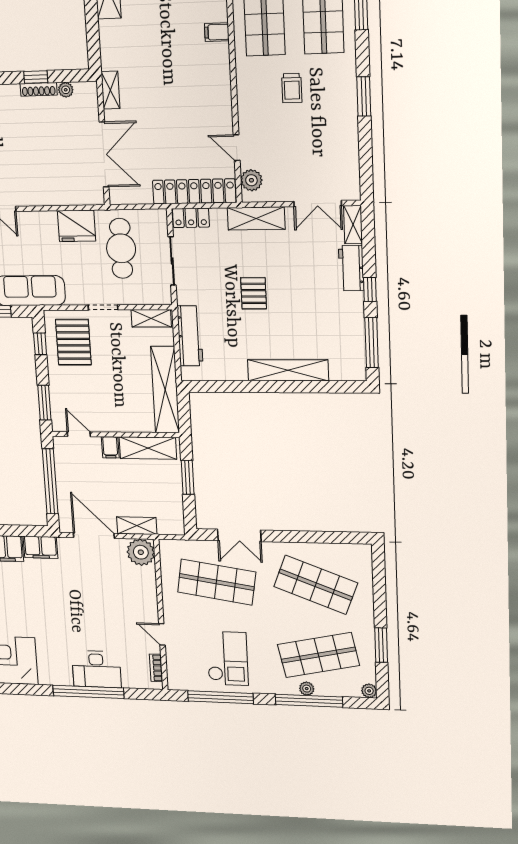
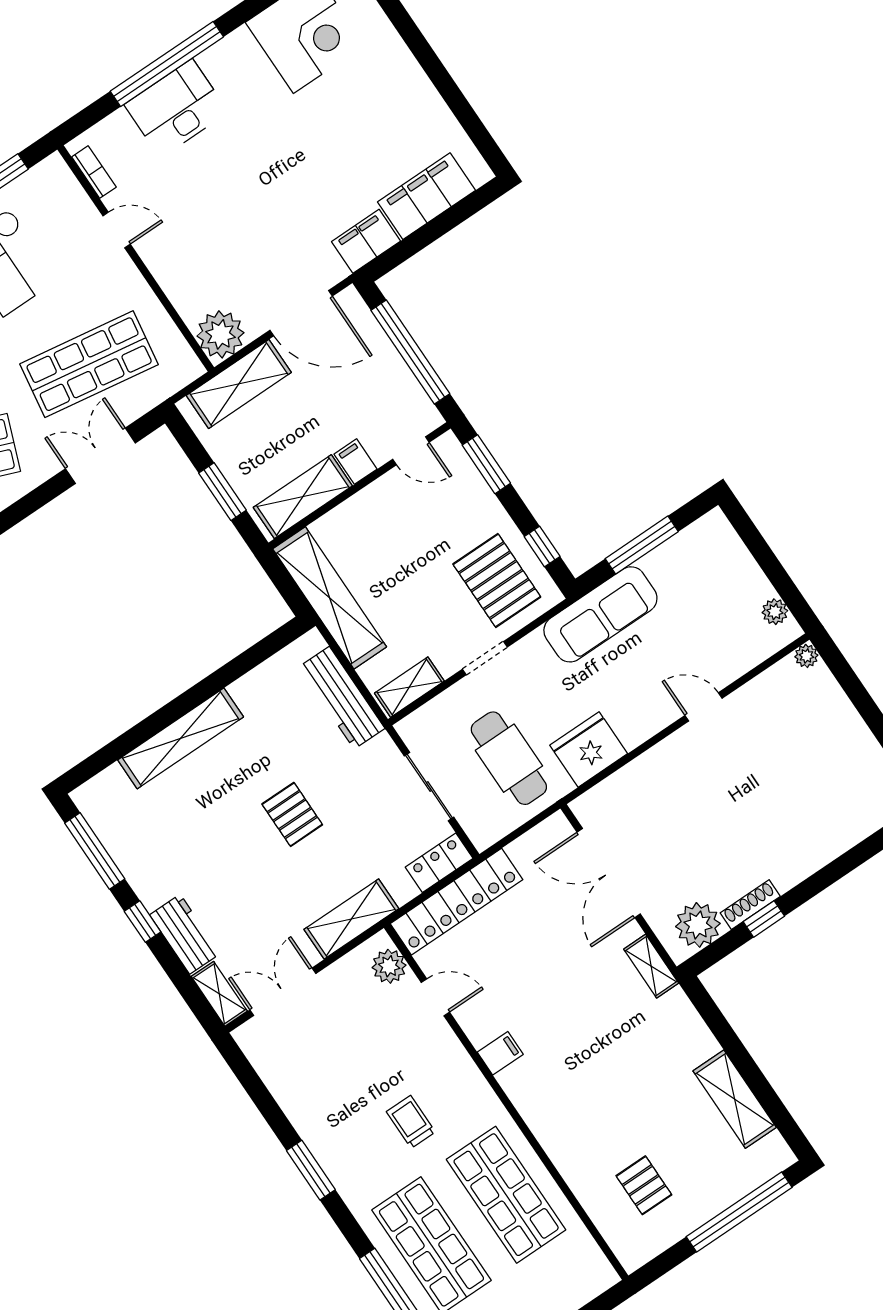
filing cabinet: (217, 32) -> (500, 1053), moved
plant: (66, 90) -> (698, 925), width x1.88, depth x1.88
shelving: (137, 526) -> (239, 384), width x1.50, depth x1.33

